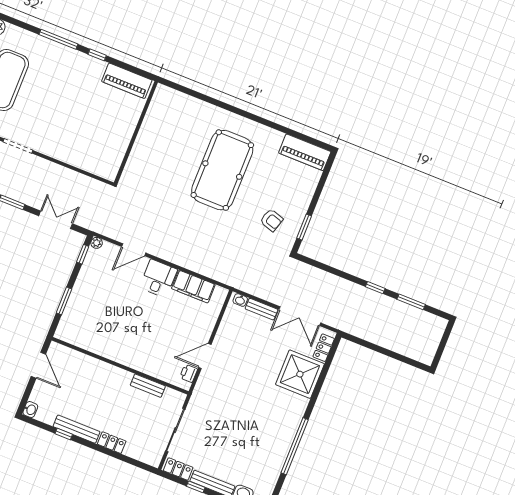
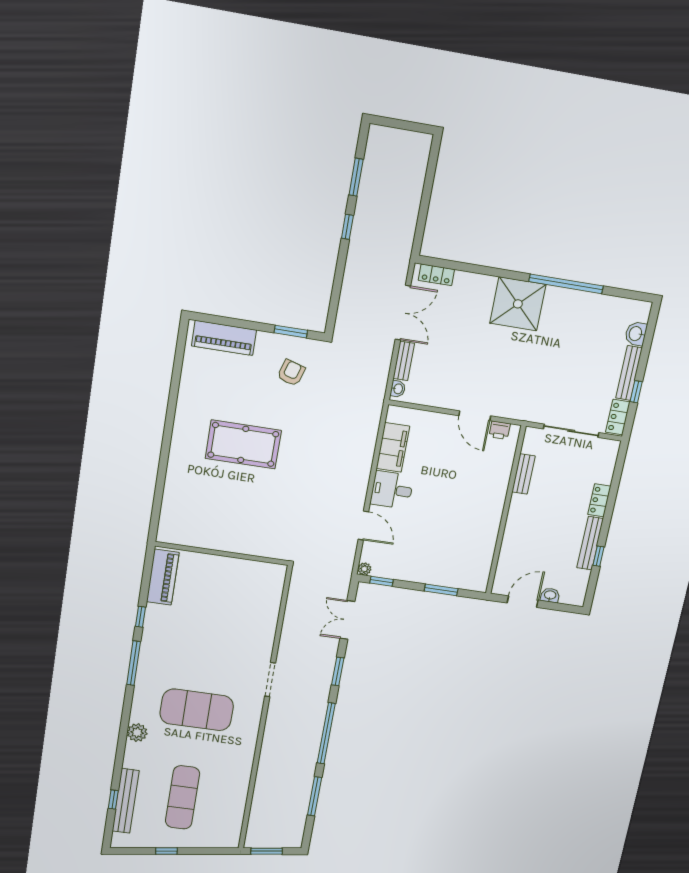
piano: (305, 152) -> (224, 338), moved, turned 90
pool table: (222, 170) -> (243, 444), width x0.73, depth x0.76
shower: (300, 374) -> (518, 304), moved
washbasin: (30, 410) -> (550, 595), moved

